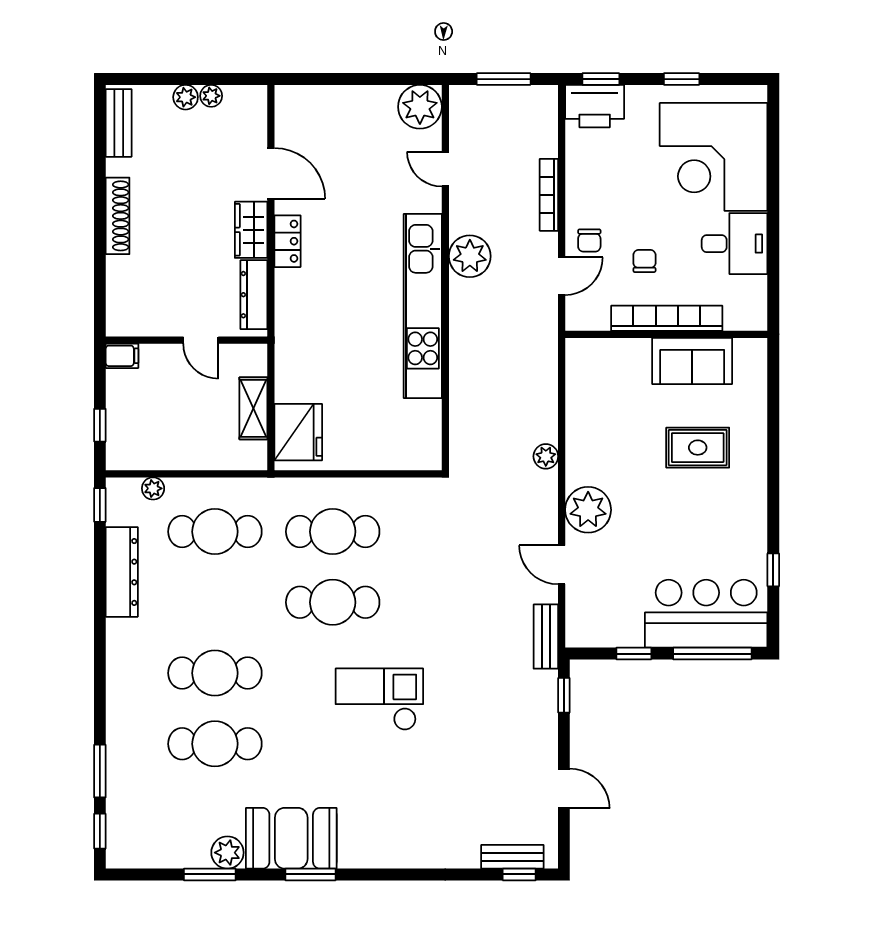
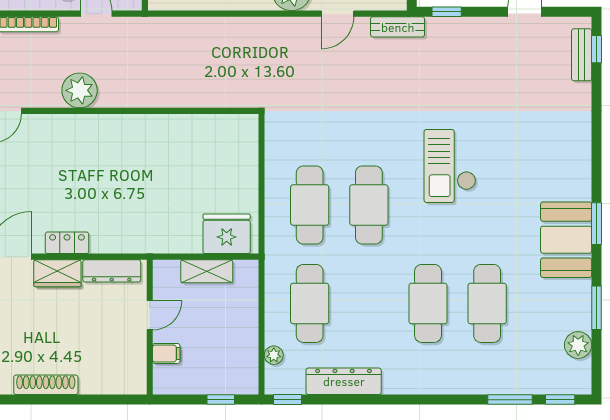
kitchen unit: (423, 306) -> (121, 130), removed
filing cabinet: (122, 356) -> (166, 353), moved, turned 90
plant: (546, 456) -> (247, 27), removed
plant: (227, 853) -> (578, 345), moved

